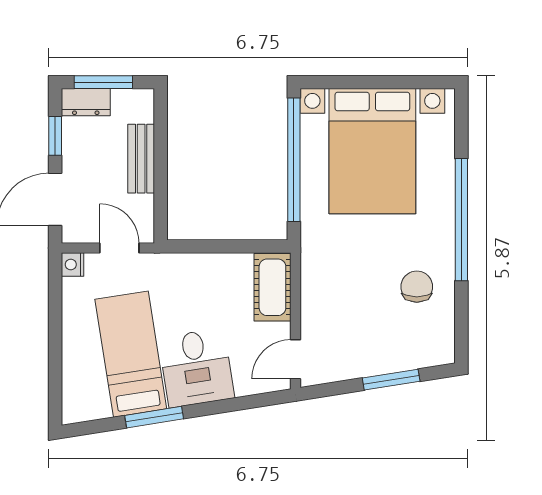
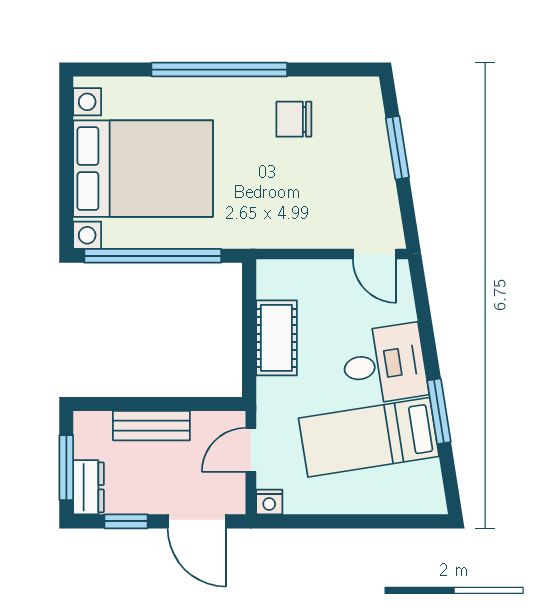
cot: (272, 287) -> (276, 338), moved, turned 90

